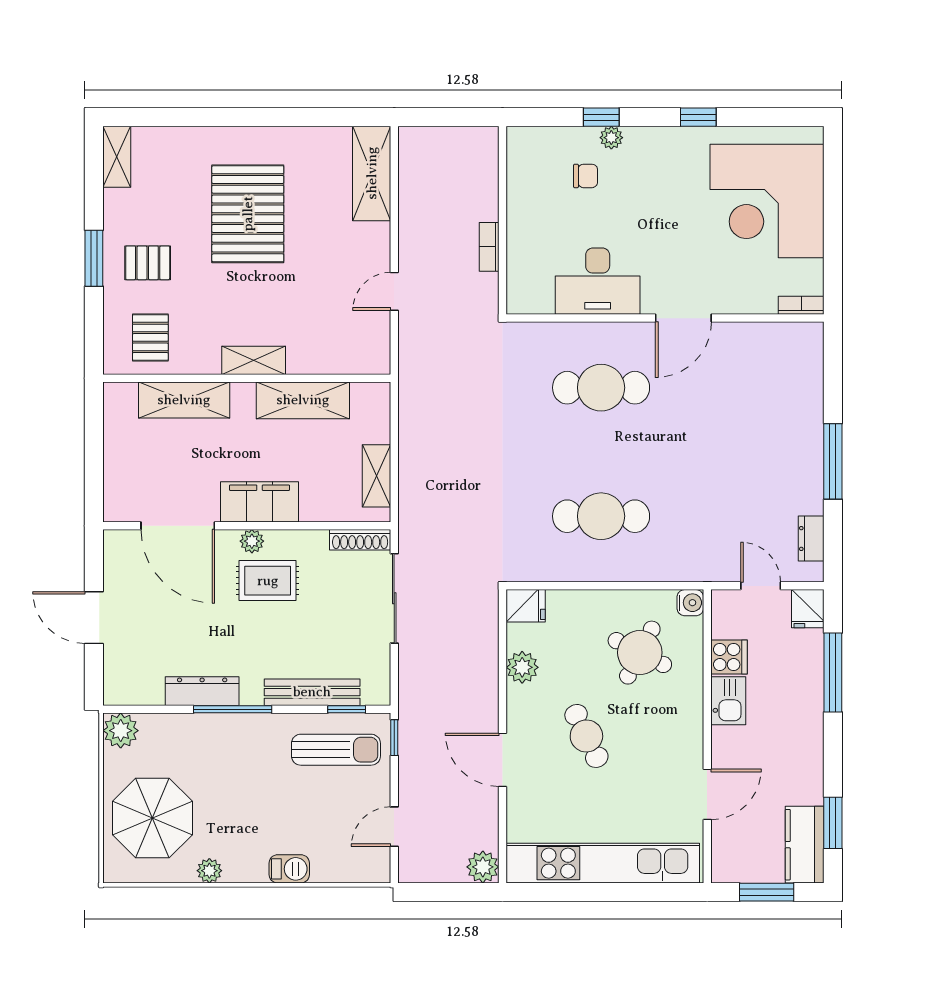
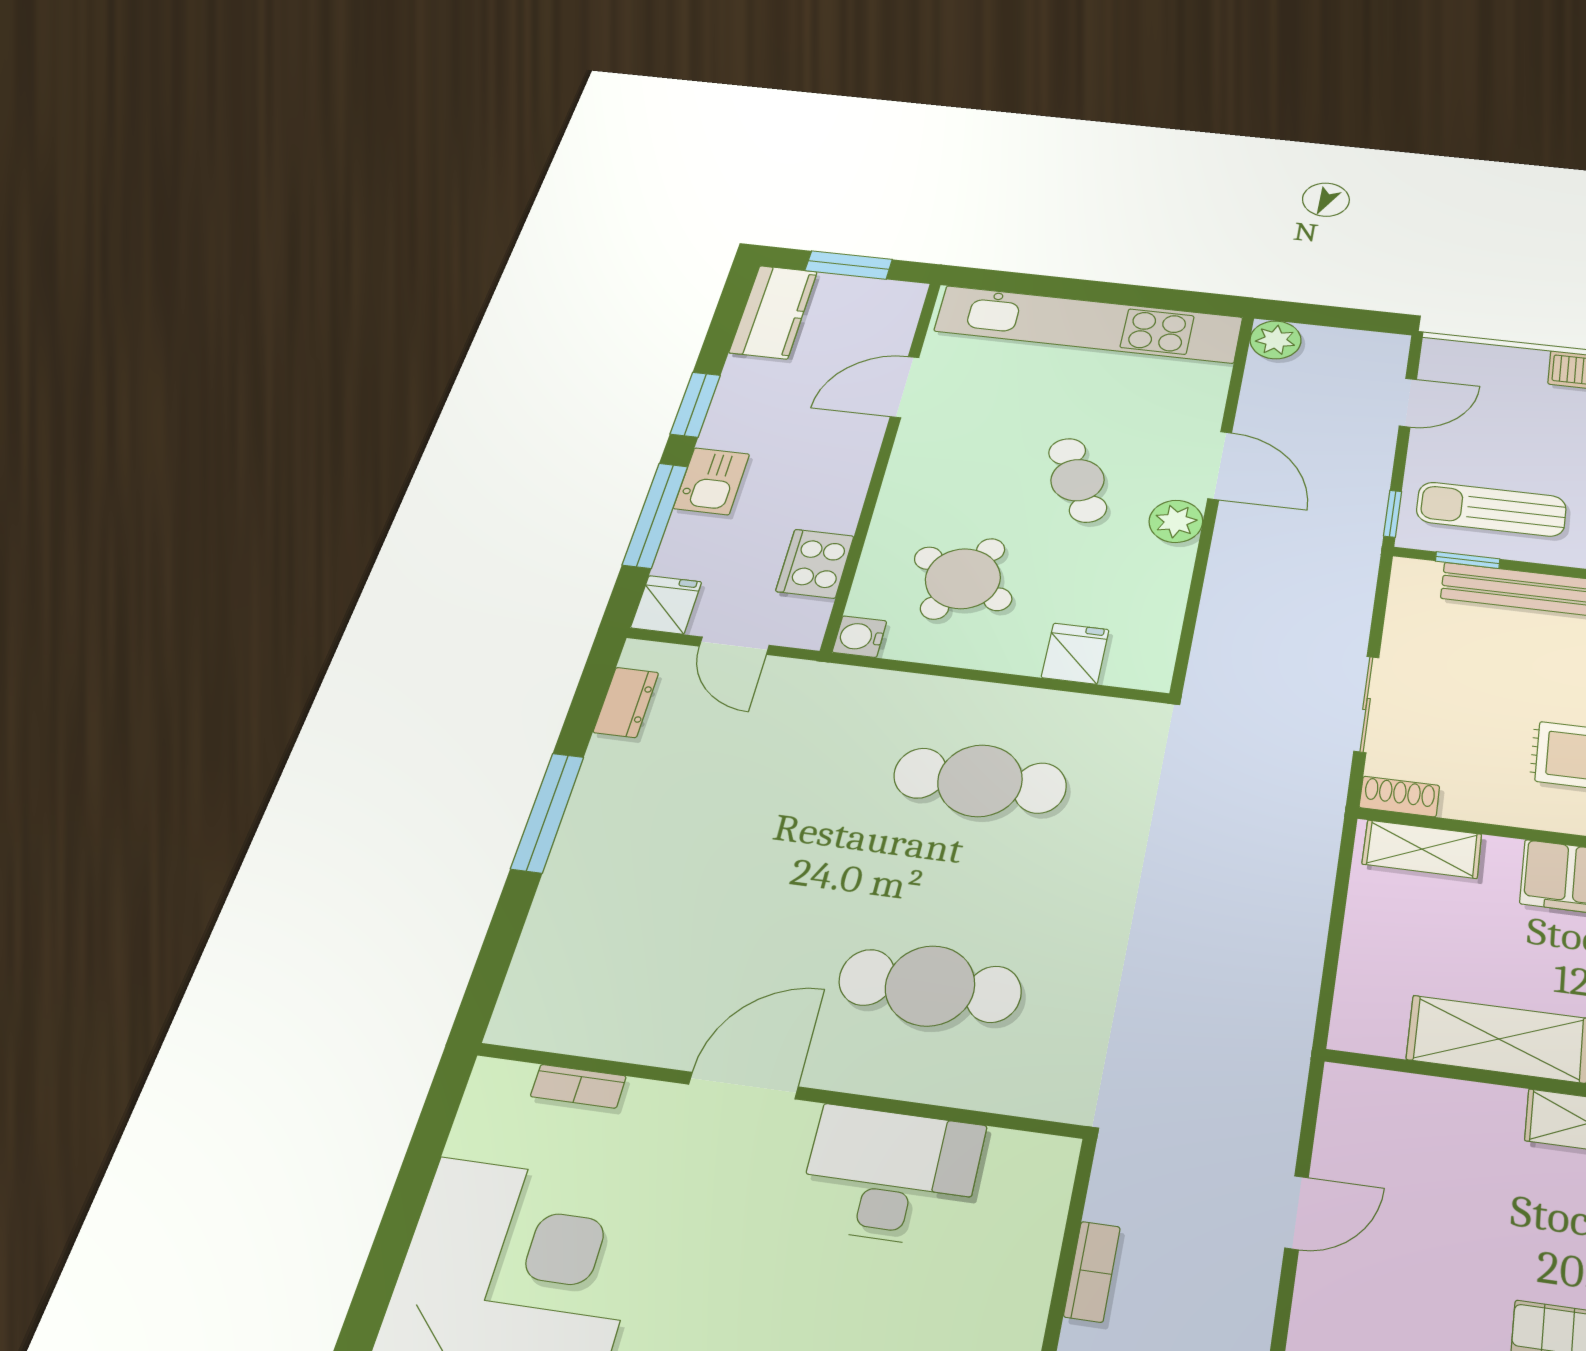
bookcase: (801, 305) -> (578, 1086), moved
shelving: (377, 476) -> (1422, 849), moved, turned 90
shoe rack: (360, 540) -> (1399, 797), width x0.70
sliding door: (394, 598) -> (1366, 704), width x0.73
fridge: (526, 606) -> (1075, 653), moved, turned 90
cooker: (729, 657) -> (815, 564), width x1.36
plant: (522, 667) -> (1176, 521), moved
kitchen sink: (728, 701) -> (712, 481), moved, turned 180
window: (833, 823) -> (695, 405), moved

